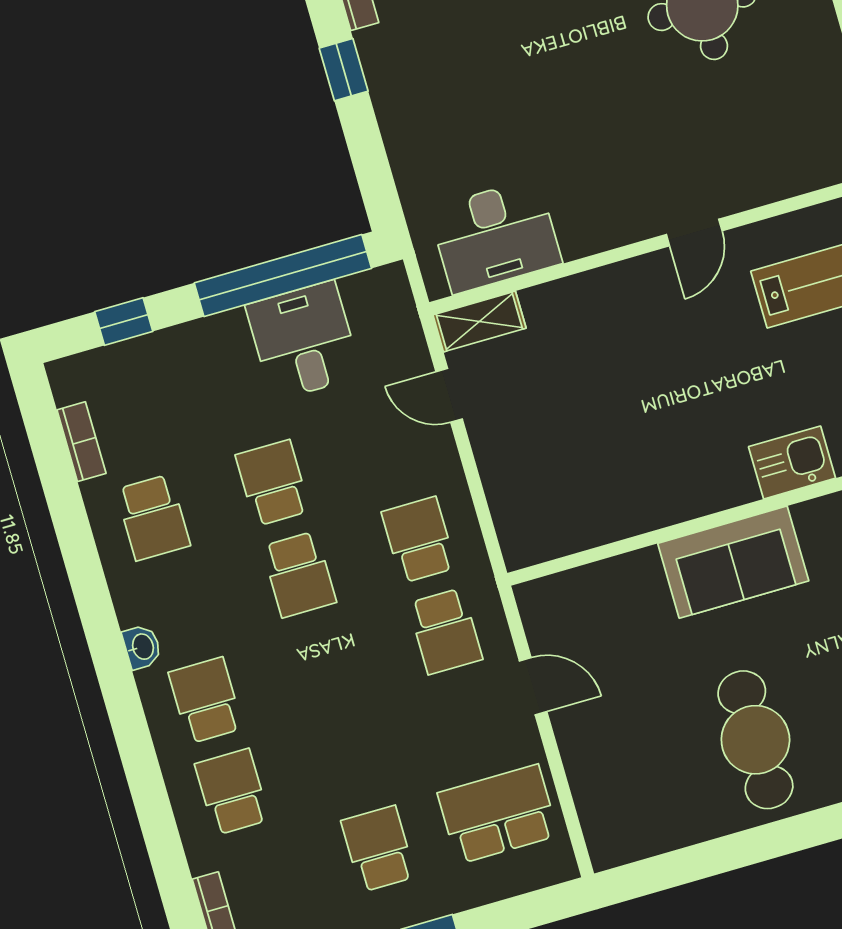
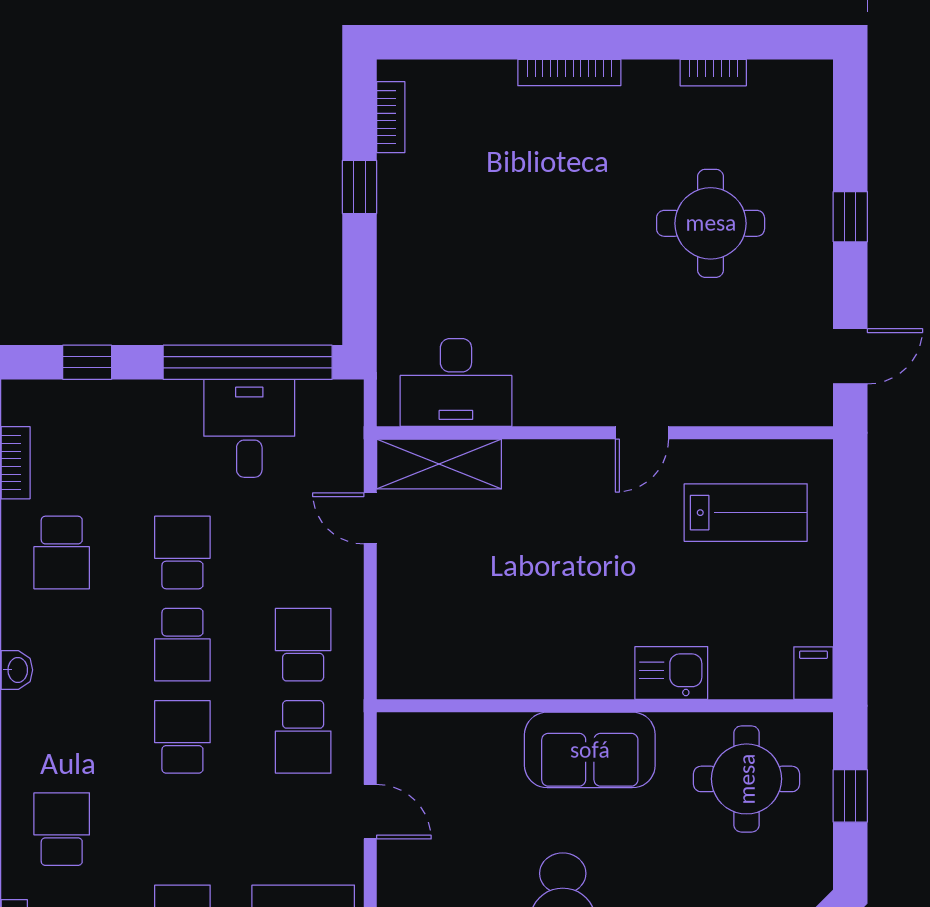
shelving: (479, 321) -> (439, 464), width x1.50, depth x1.33
school desk: (206, 700) -> (182, 737), moved

